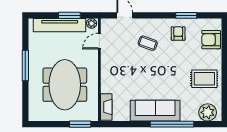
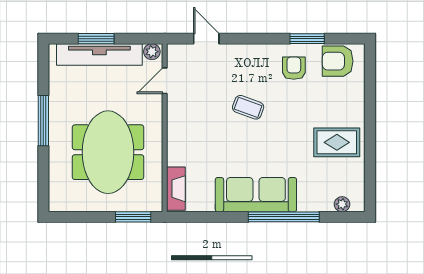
window: (69, 15) -> (96, 39), moved
armchair: (211, 40) -> (338, 61), moved
coffee table: (148, 43) -> (248, 107), moved
plant: (208, 112) -> (342, 204), width x0.53, depth x0.53

